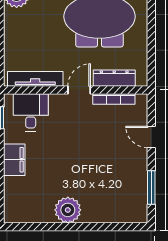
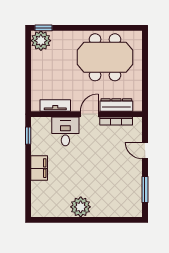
tv unit: (35, 79) -> (55, 106), width x0.71
desk: (31, 112) -> (65, 131), moved

